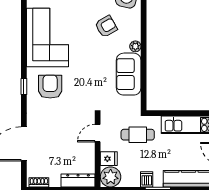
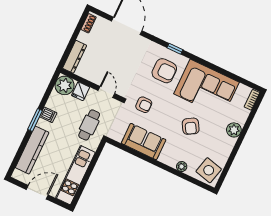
armchair: (106, 26) -> (191, 126), moved
plant: (135, 46) -> (182, 167), moved
armchair: (93, 91) -> (144, 105), added

